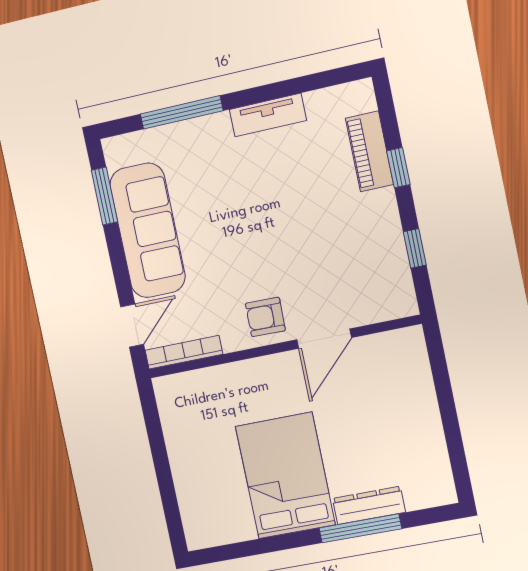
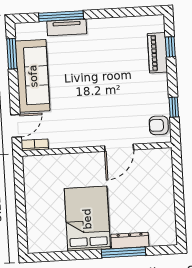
tv unit: (268, 115) -> (67, 27), moved
window: (398, 168) -> (170, 47), moved
armchair: (265, 317) -> (159, 125), moved
bookcase: (184, 352) -> (35, 145), width x0.64

